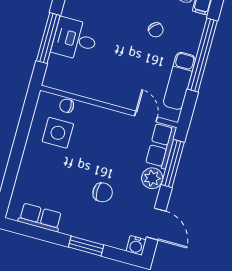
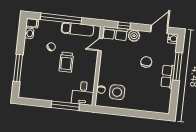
desk: (75, 39) -> (83, 93), moved
trolley: (125, 52) -> (66, 62), added
window: (173, 163) -> (124, 26), width x0.46
row of seats: (40, 218) -> (168, 76), moved
window: (86, 246) -> (178, 66), width x1.44

